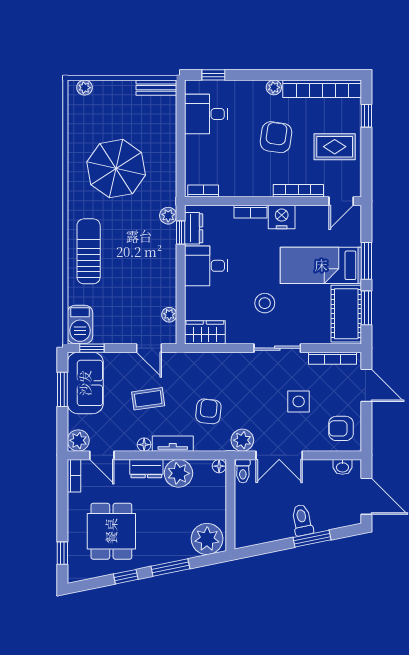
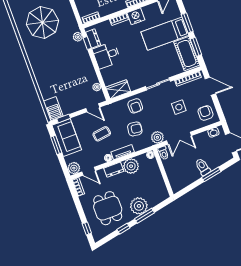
sun lounger: (89, 251) -> (44, 70), removed
stool: (265, 303) -> (143, 63), removed
armchair: (224, 372) -> (135, 106), added
armchair: (208, 411) -> (135, 129), turned 91
armchair: (341, 428) -> (205, 113), turned 90
plant: (207, 539) -> (139, 206), moved

